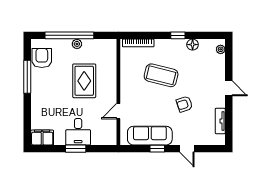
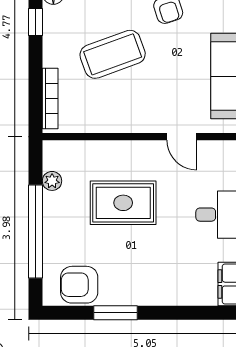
plant: (77, 44) -> (52, 181), moved
coffee table: (161, 75) -> (113, 54), turned 56
window: (27, 77) -> (116, 313), width x0.69

